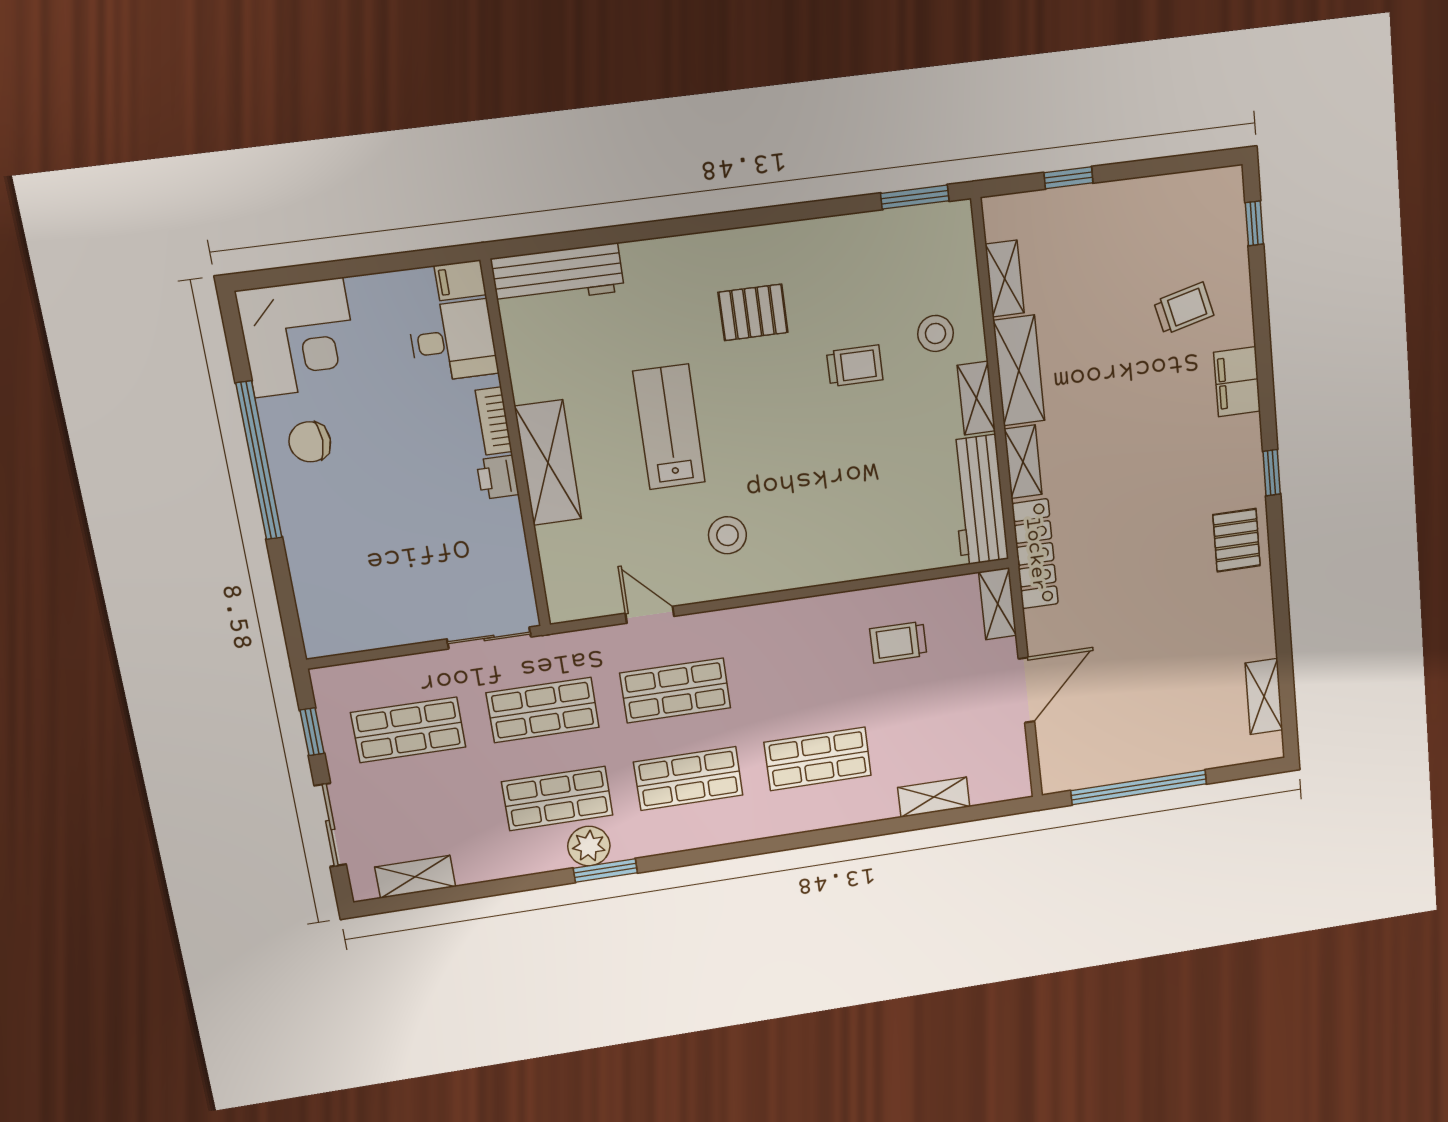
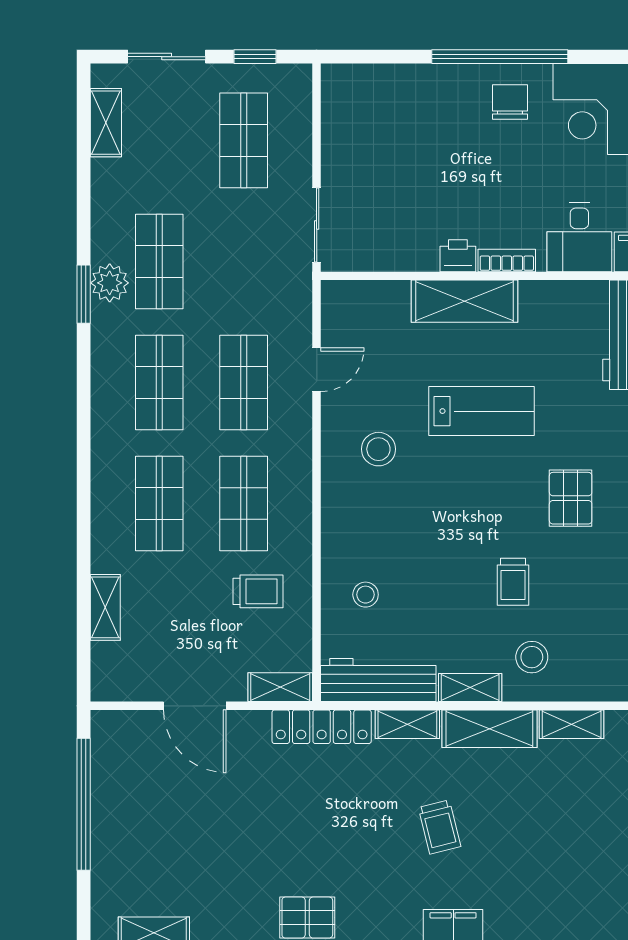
trolley: (1184, 308) -> (440, 827), moved
stool: (888, 527) -> (366, 595), added
trolley: (898, 642) -> (258, 591), turned 90
shop shelf: (543, 710) -> (244, 504), moved

